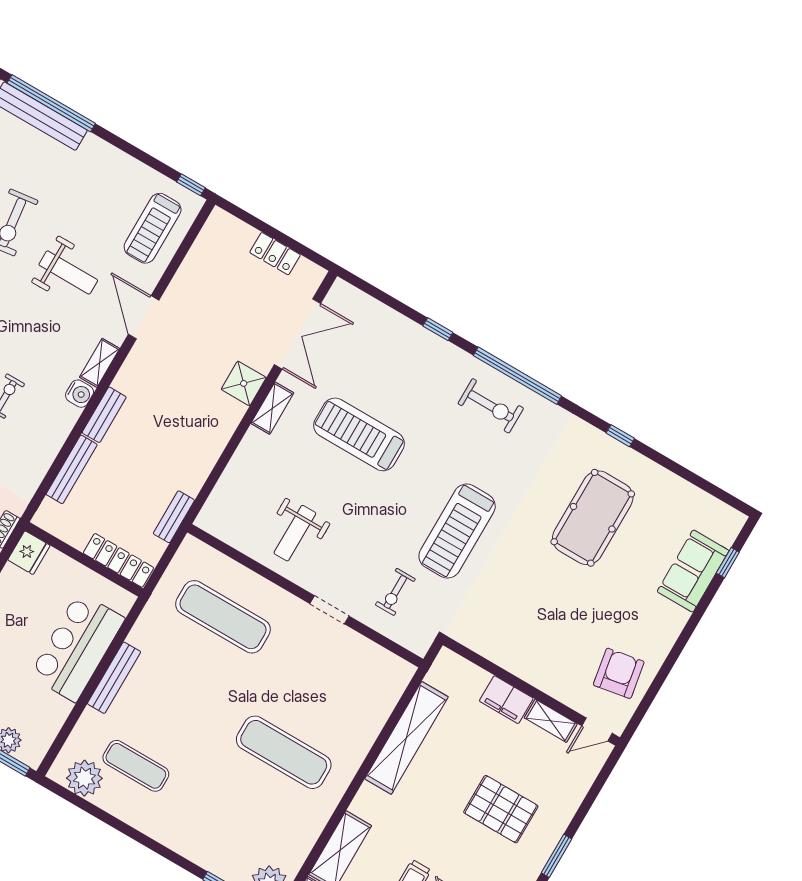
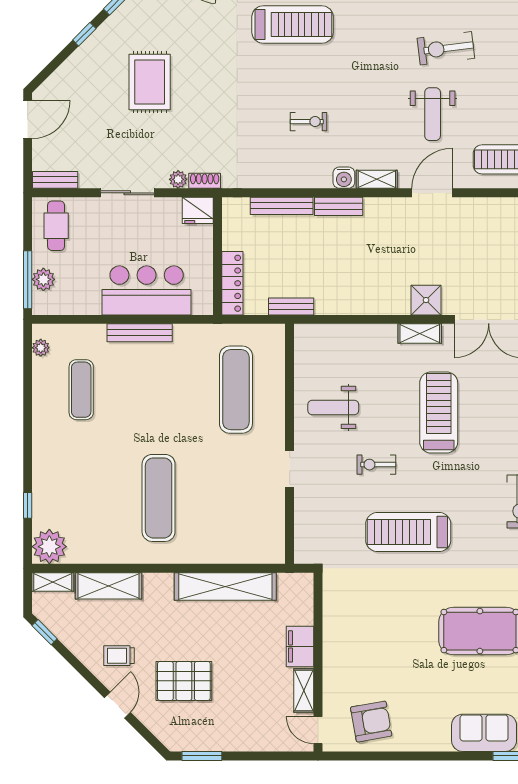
exercise bike: (395, 592) -> (376, 465), moved
plant: (84, 778) -> (41, 348), width x0.53, depth x0.53
pallet: (501, 809) -> (184, 681), moved, turned 90

